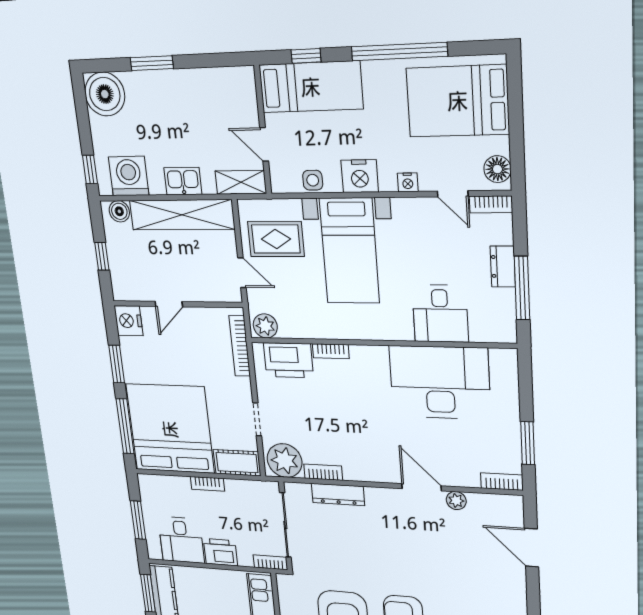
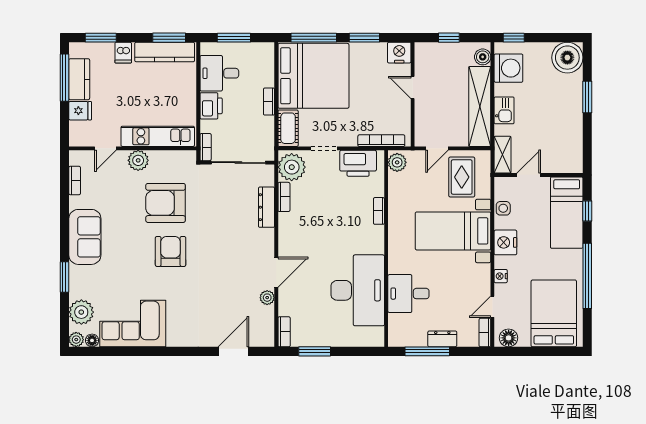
printer: (288, 360) -> (358, 163), moved, turned -90

